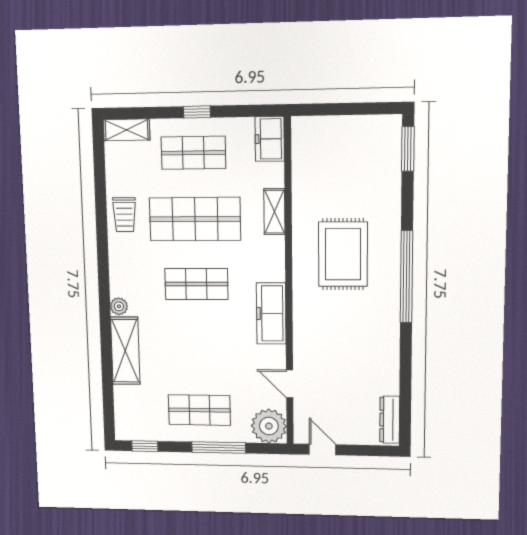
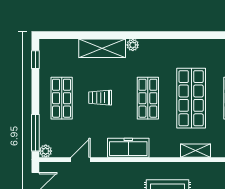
trolley: (124, 215) -> (100, 98), moved
plant: (269, 426) -> (46, 151), width x0.53, depth x0.53
window: (219, 448) -> (35, 133), moved

